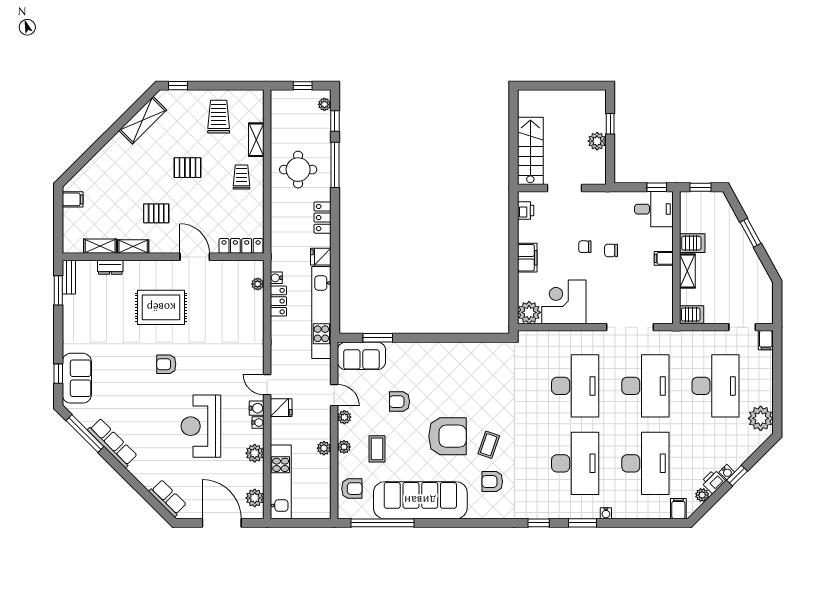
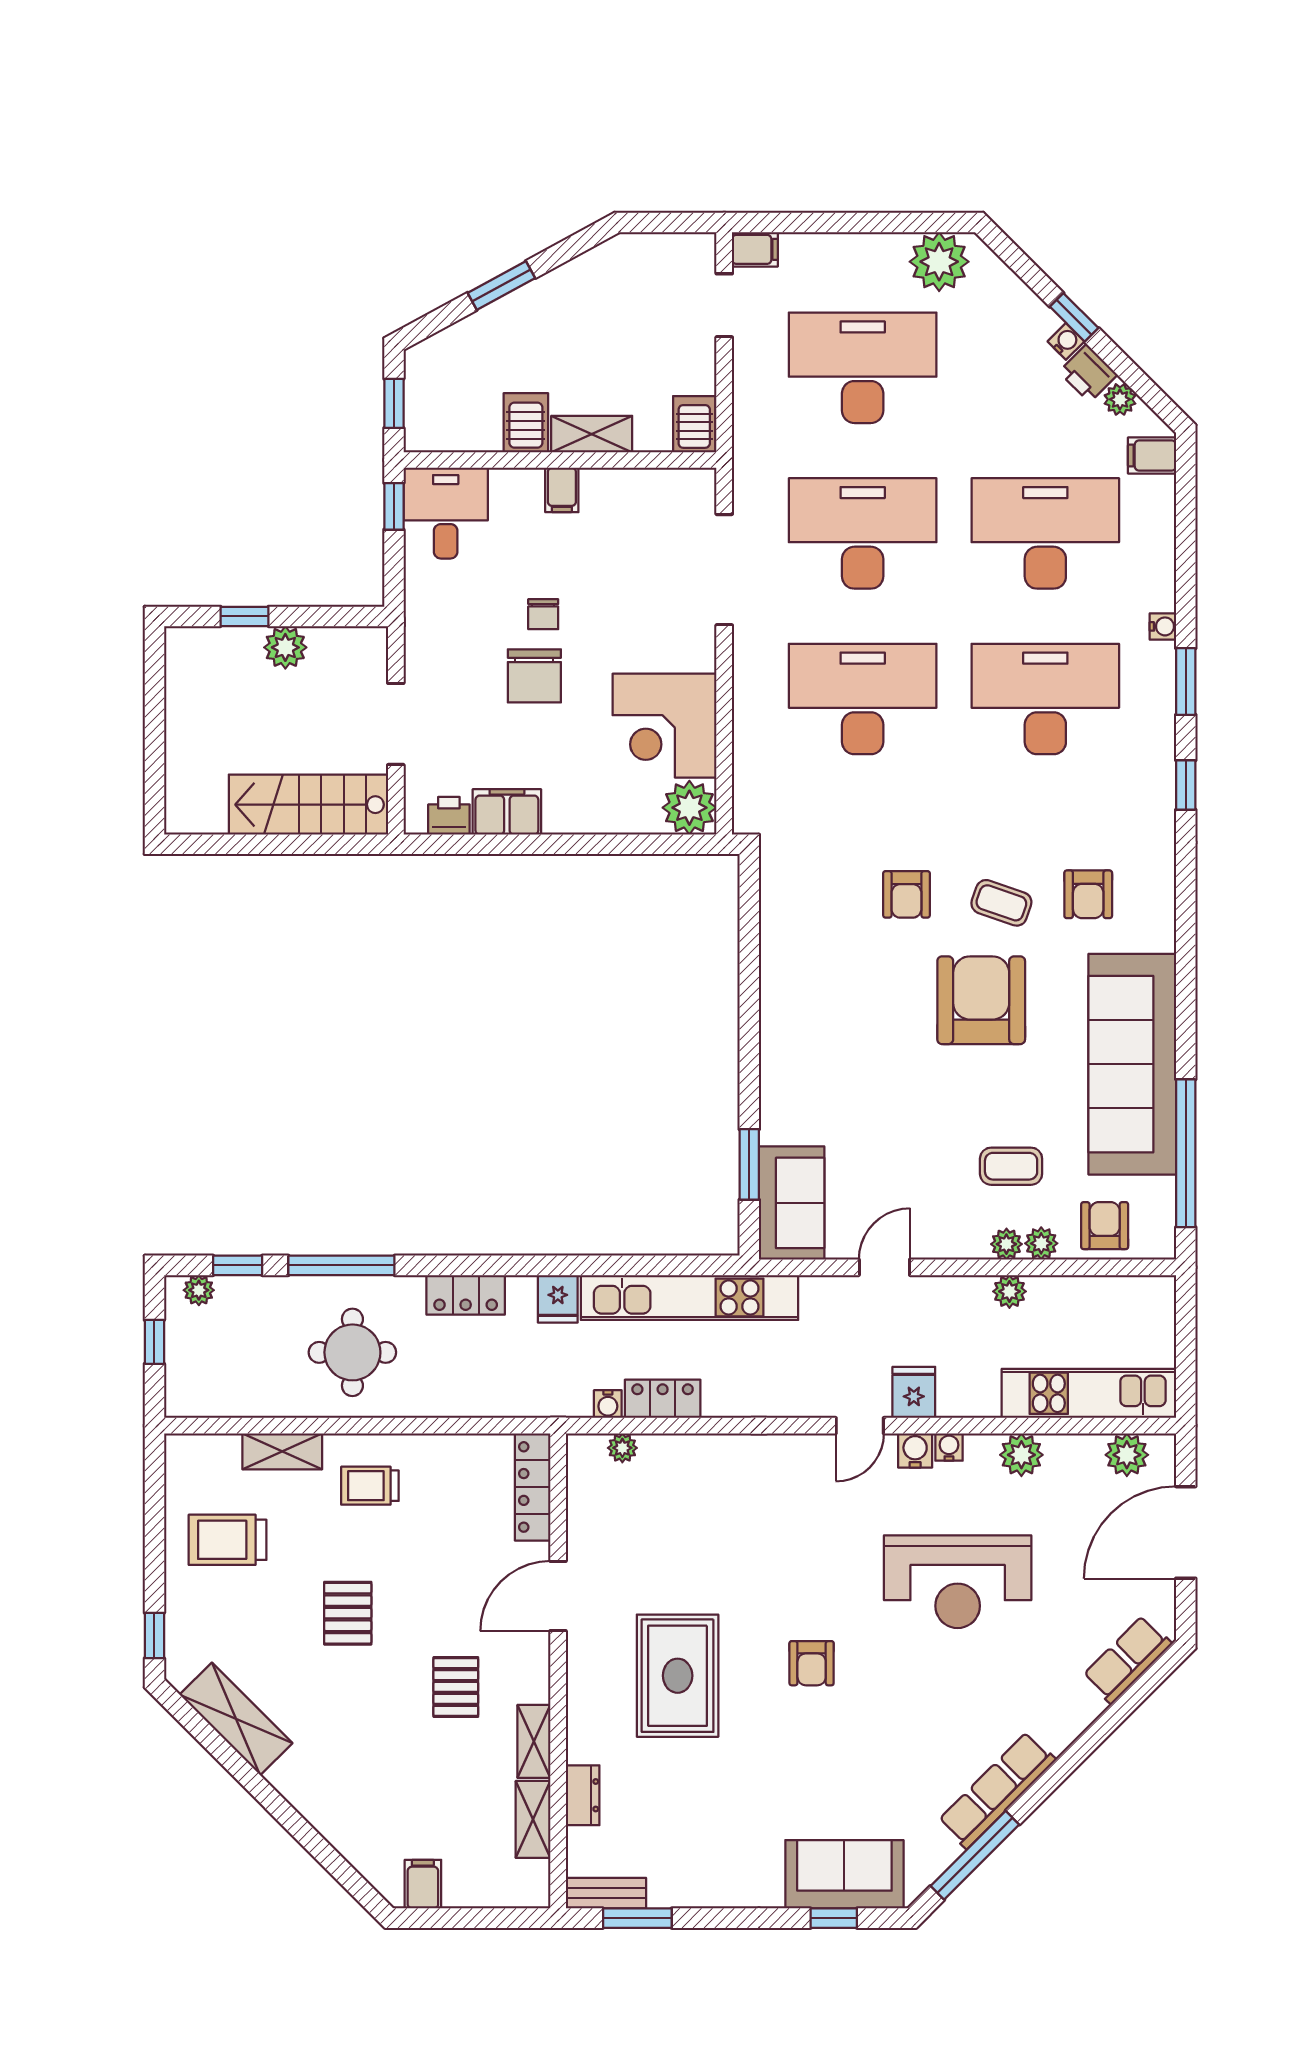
chair: (585, 247) -> (534, 676), width x1.87, depth x1.87
filing cabinet: (527, 258) -> (507, 812), moved
armchair: (399, 402) -> (906, 894), moved
plant: (344, 417) -> (1041, 1243), moved

